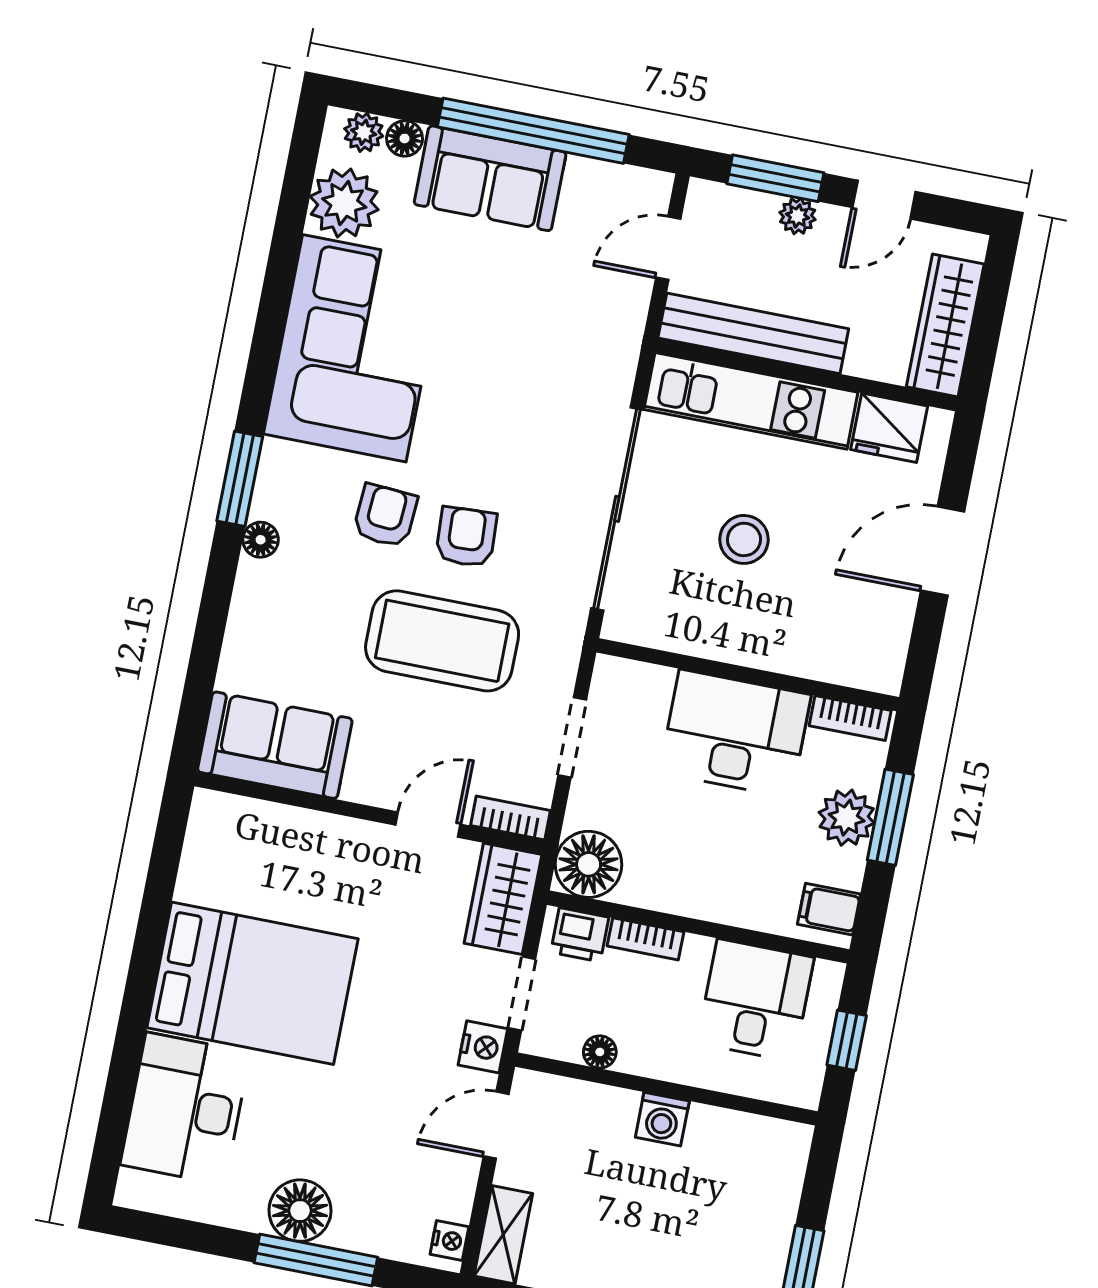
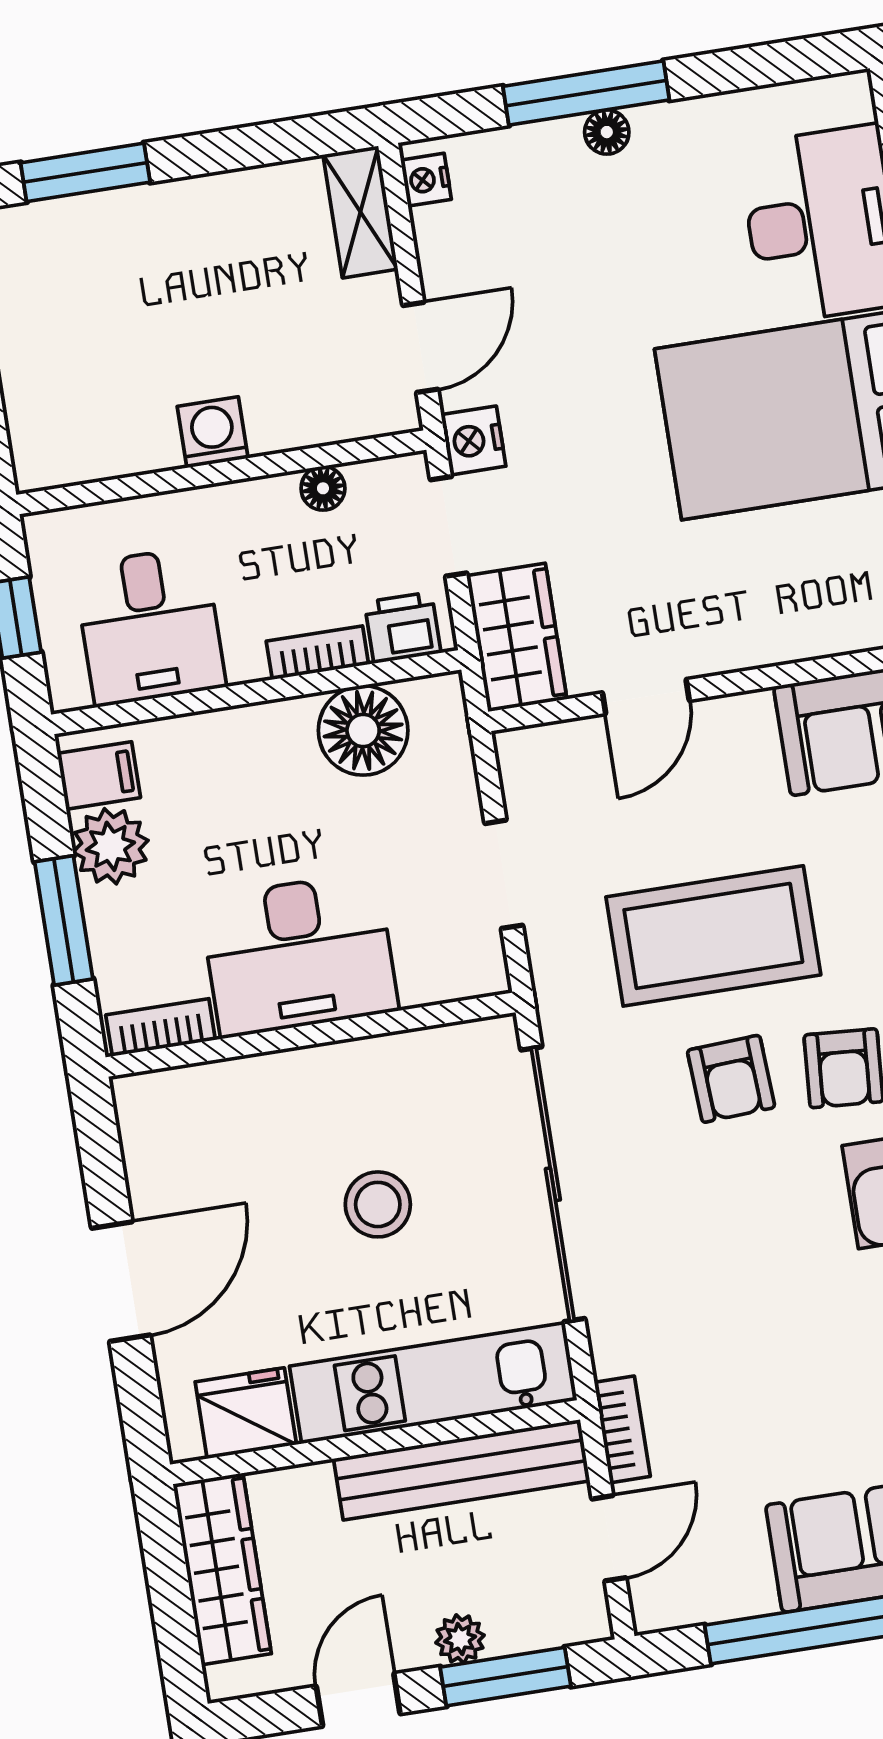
bookcase: (511, 818) -> (622, 1429), moved, turned -90
plant: (847, 818) -> (110, 846), moved
floor lamp: (589, 864) -> (363, 730), moved
floor lamp: (300, 1211) -> (607, 132), width x0.53, depth x0.53

